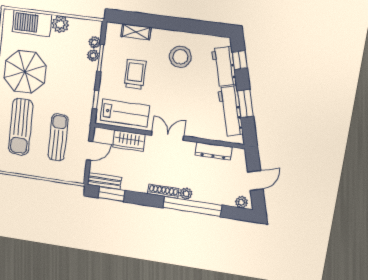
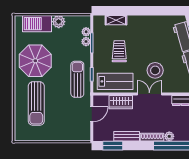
stool: (180, 57) -> (155, 70), moved
sun lounger: (58, 137) -> (77, 79), moved
bench: (104, 181) -> (127, 136), moved

